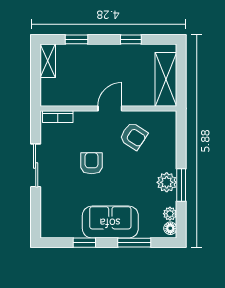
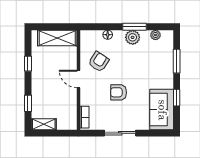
sofa: (110, 222) -> (162, 110), moved
floor lamp: (170, 228) -> (108, 35), moved

